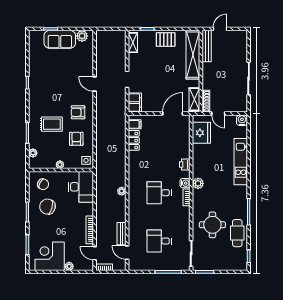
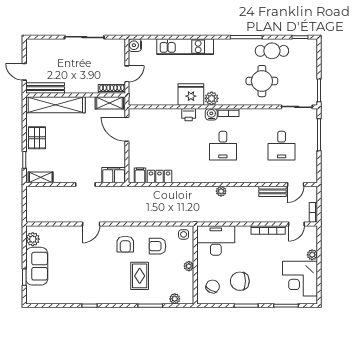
fridge: (201, 133) -> (191, 94), moved
chair: (47, 207) -> (240, 281), turned 76

